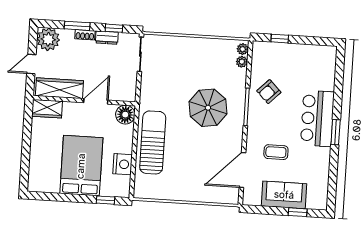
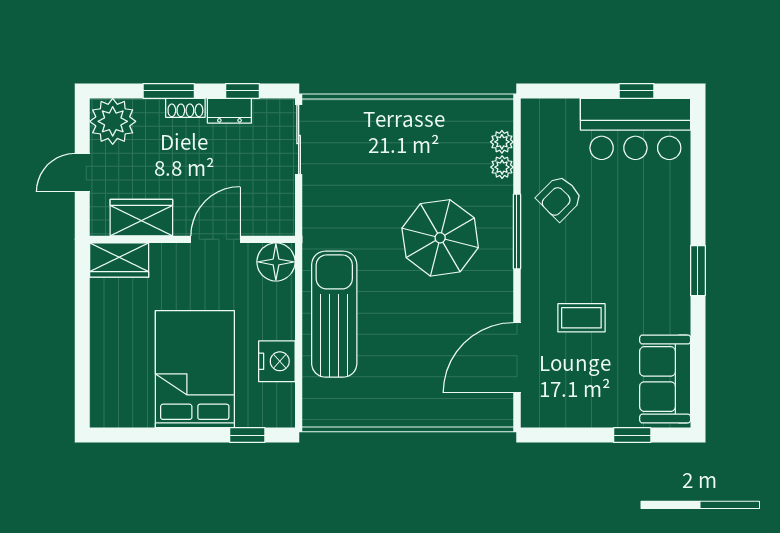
window: (280, 39) -> (636, 91), moved
plant: (243, 49) -> (502, 167), moved
wardrobe: (59, 88) -> (141, 218), width x0.67
bar counter: (317, 118) -> (635, 129), moved, turned -90
sofa: (284, 195) -> (665, 379), moved, turned -90

